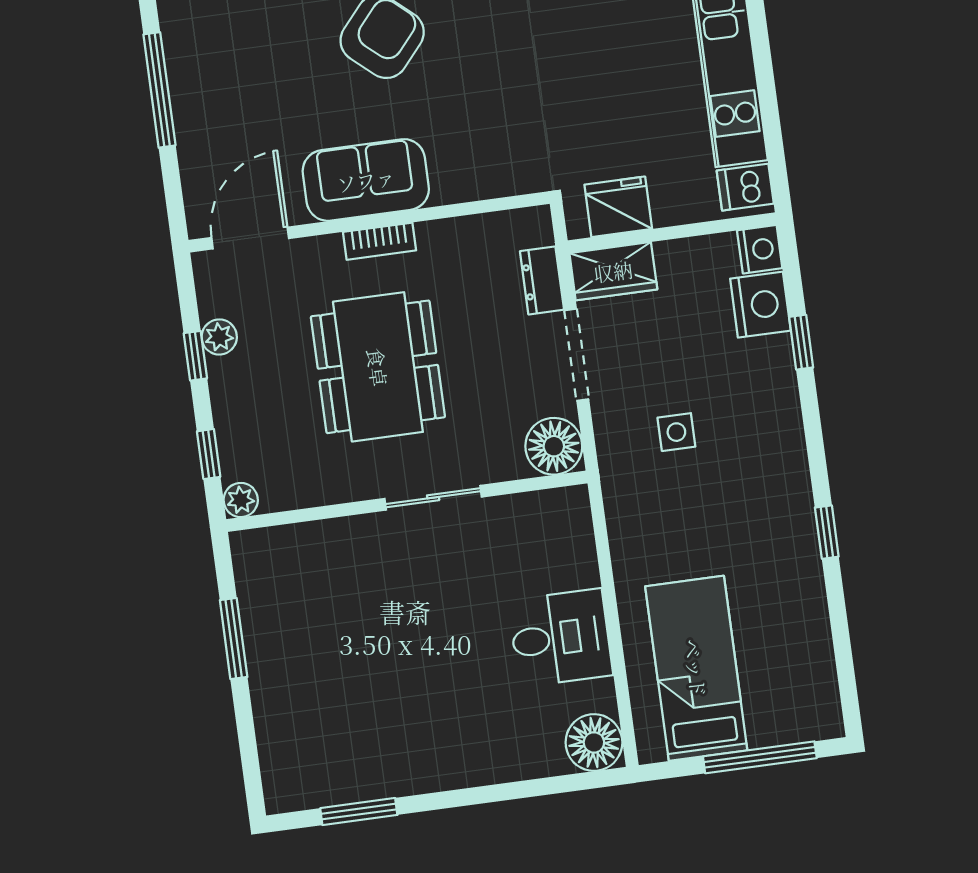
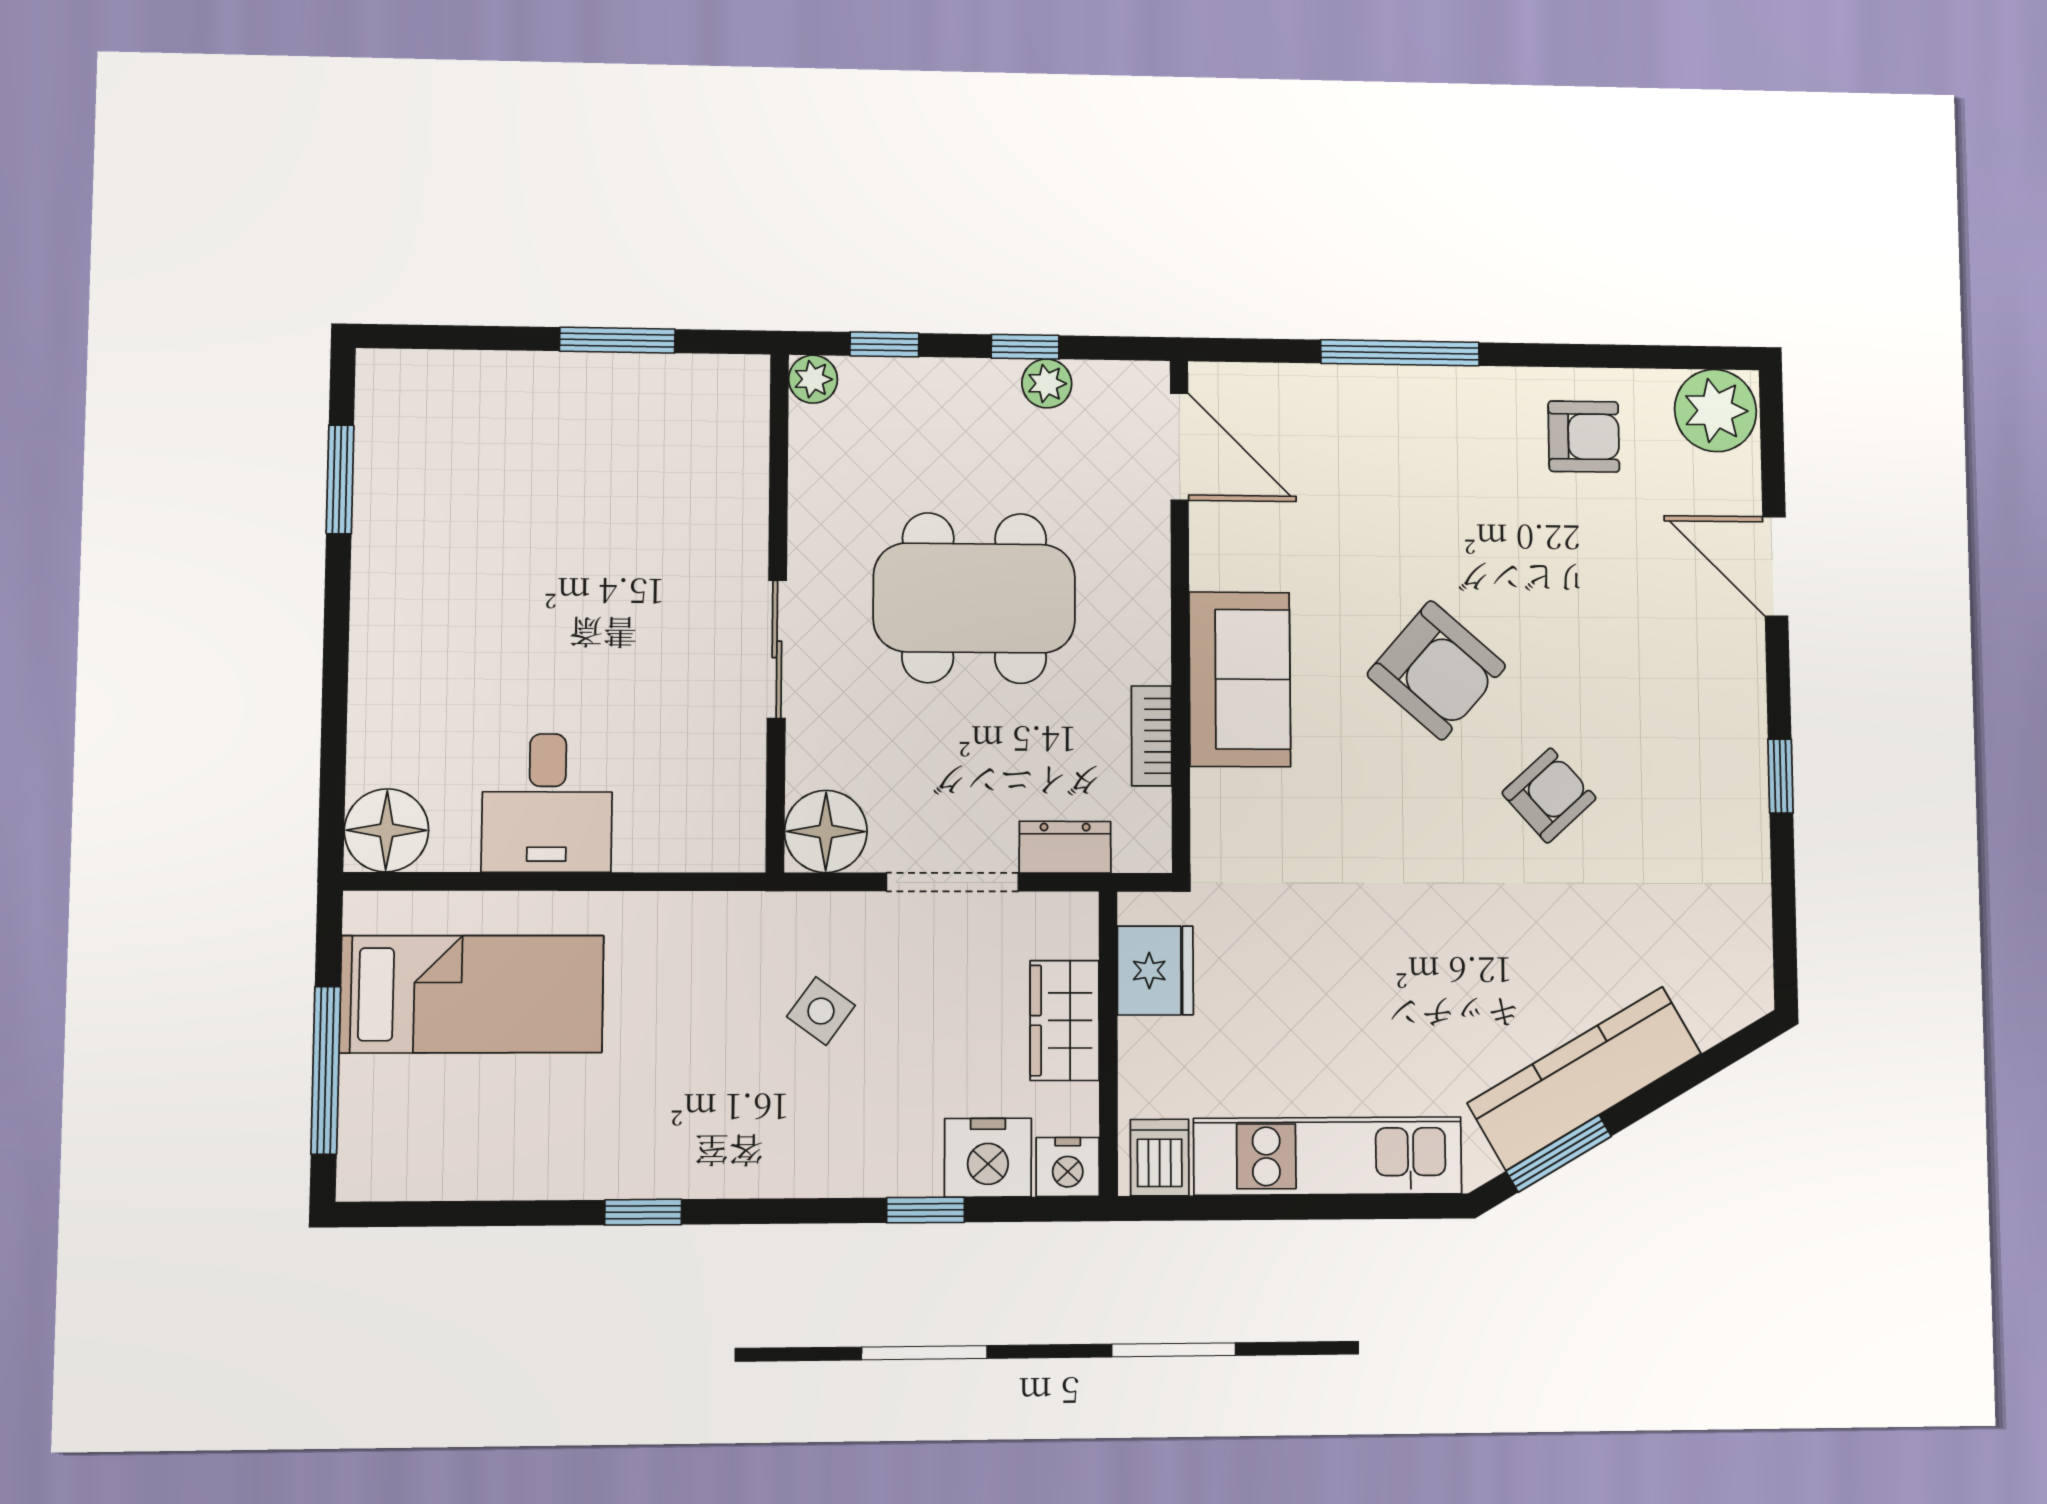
sofa: (366, 180) -> (1240, 679), moved
bookcase: (380, 241) -> (1152, 736), moved
wardrobe: (613, 271) -> (1065, 1020), moved
side table: (676, 432) -> (821, 1011), turned 36

